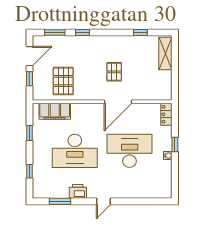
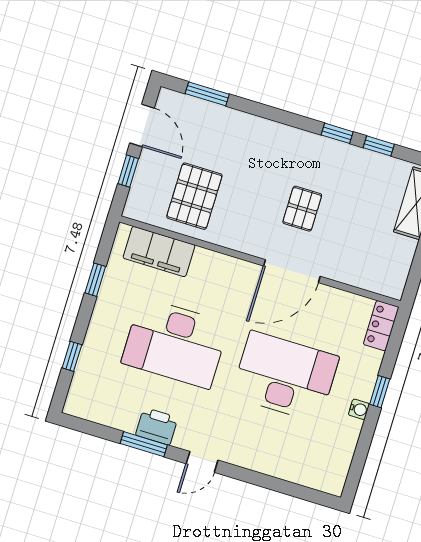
window: (82, 33) -> (337, 133), moved
door: (29, 56) -> (142, 126), hinge flipped
window: (60, 201) -> (144, 444), moved

